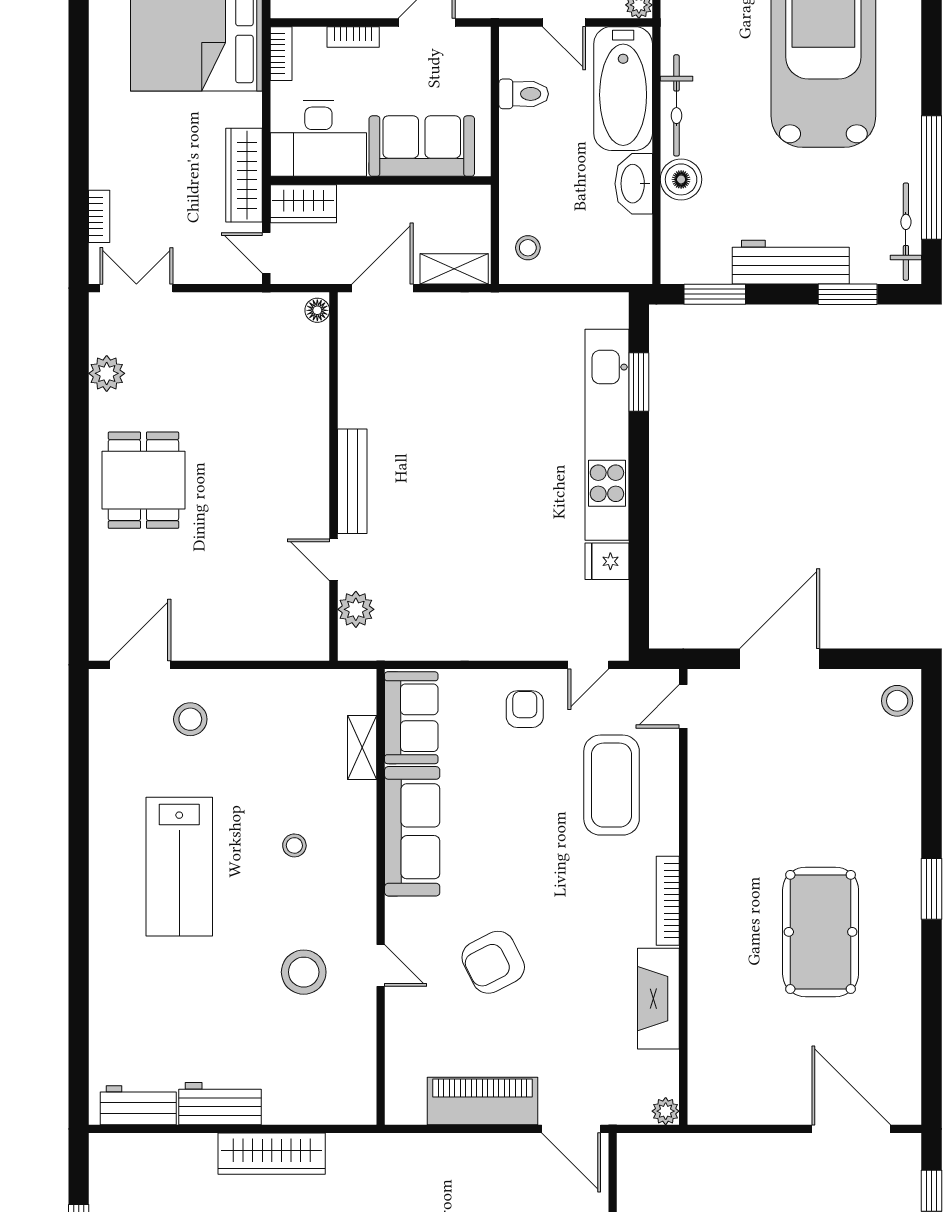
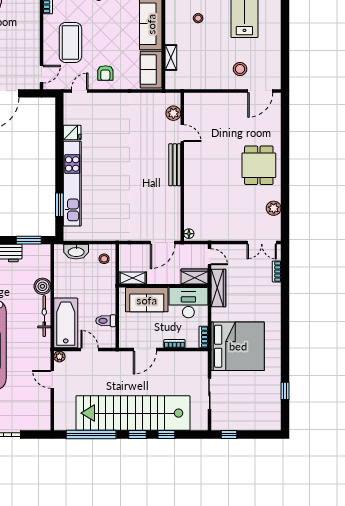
washbasin: (634, 184) -> (76, 252), moved, turned 90
shelving: (454, 269) -> (133, 278), moved

